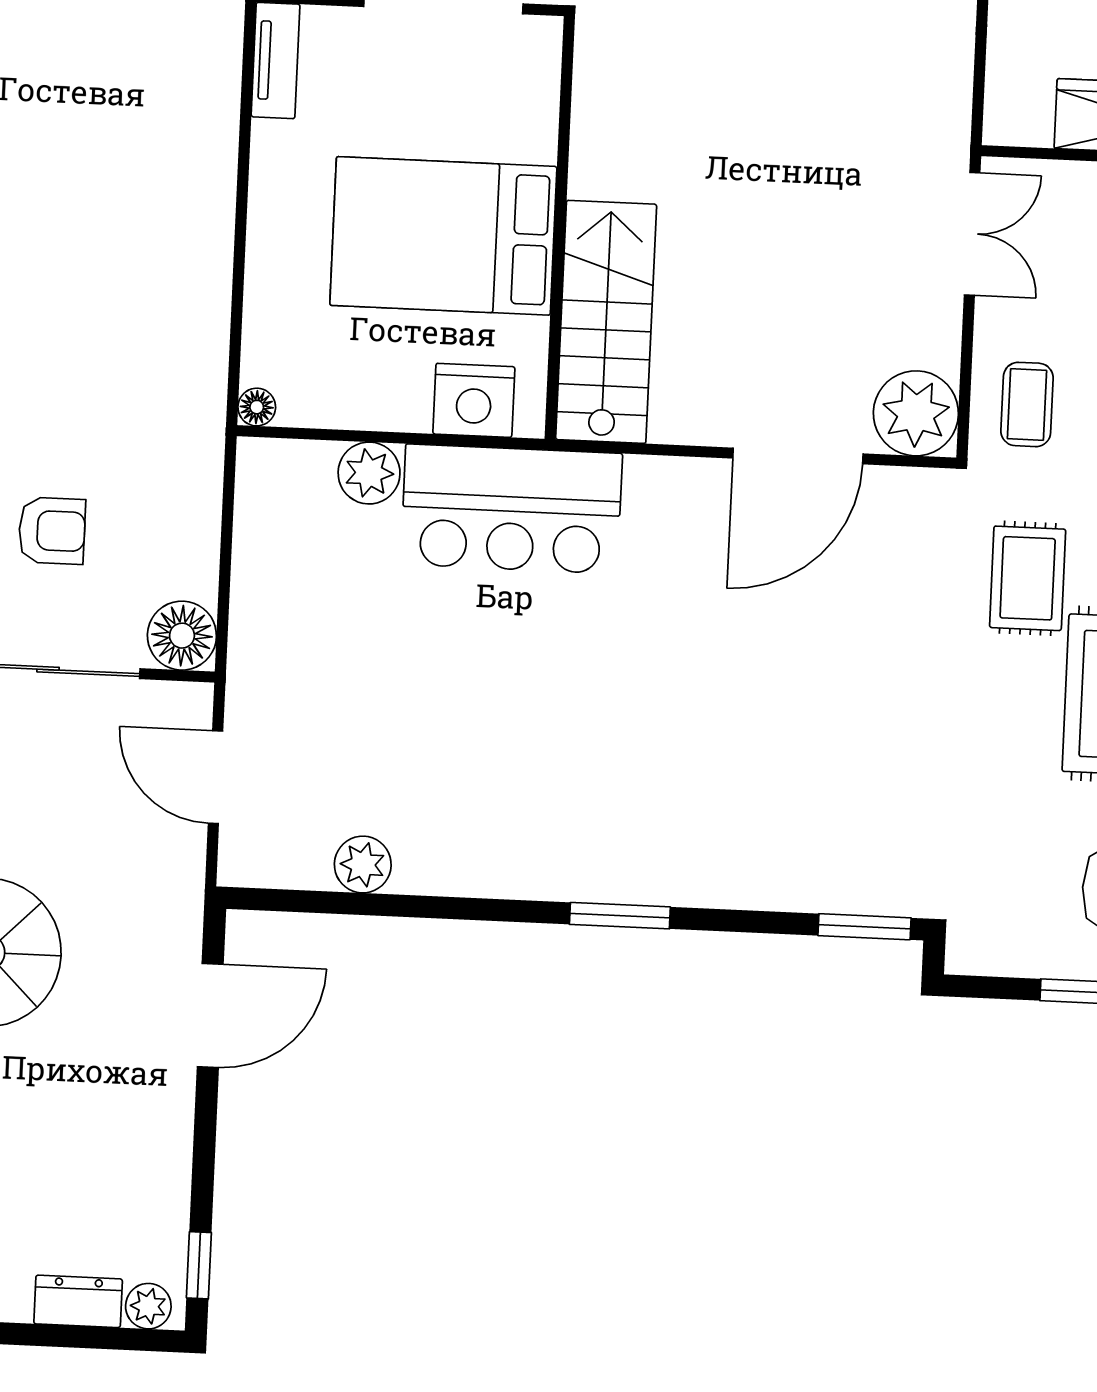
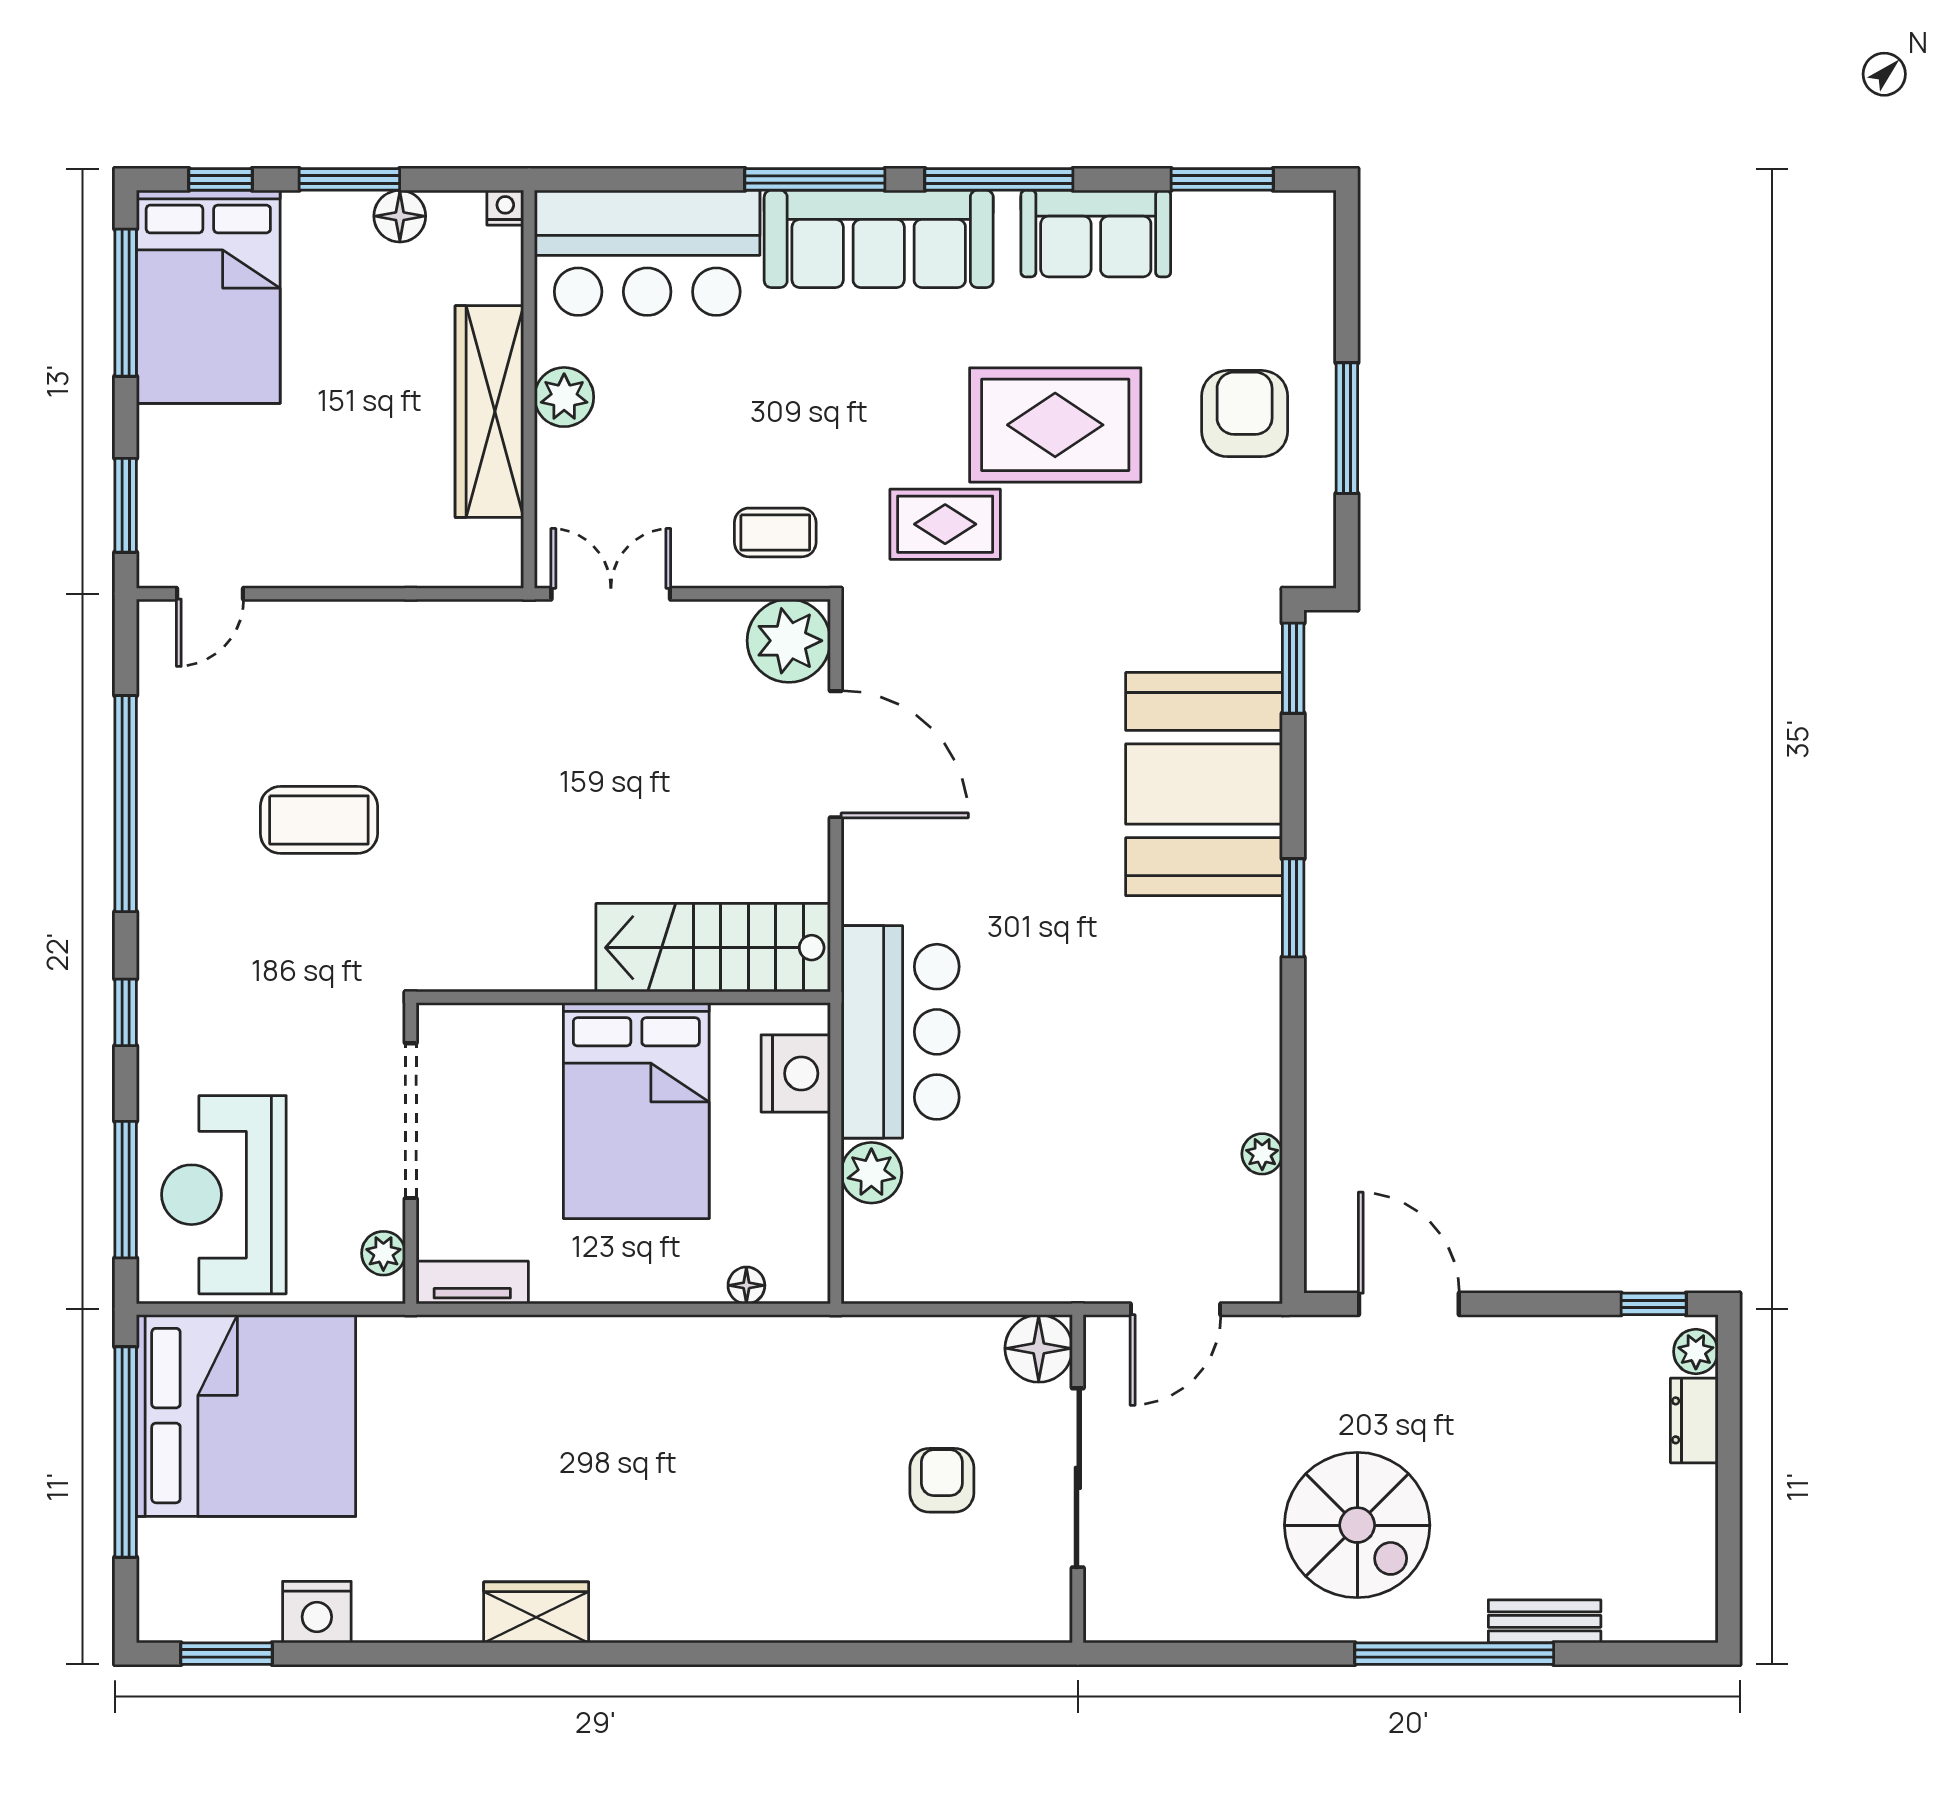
floor lamp: (257, 407) -> (746, 1285), moved
booth: (750, 830) -> (1204, 784), added
plant: (363, 865) -> (1262, 1154), width x0.73, depth x0.73

